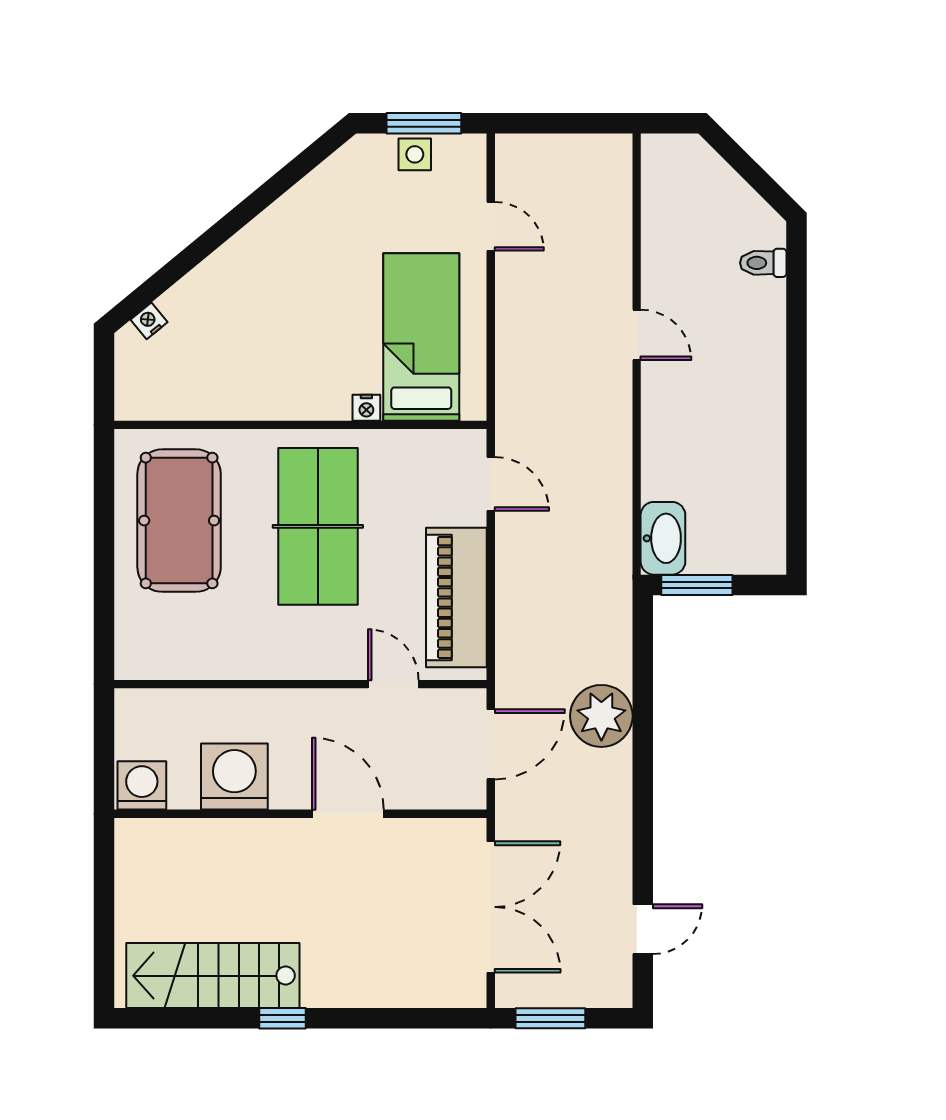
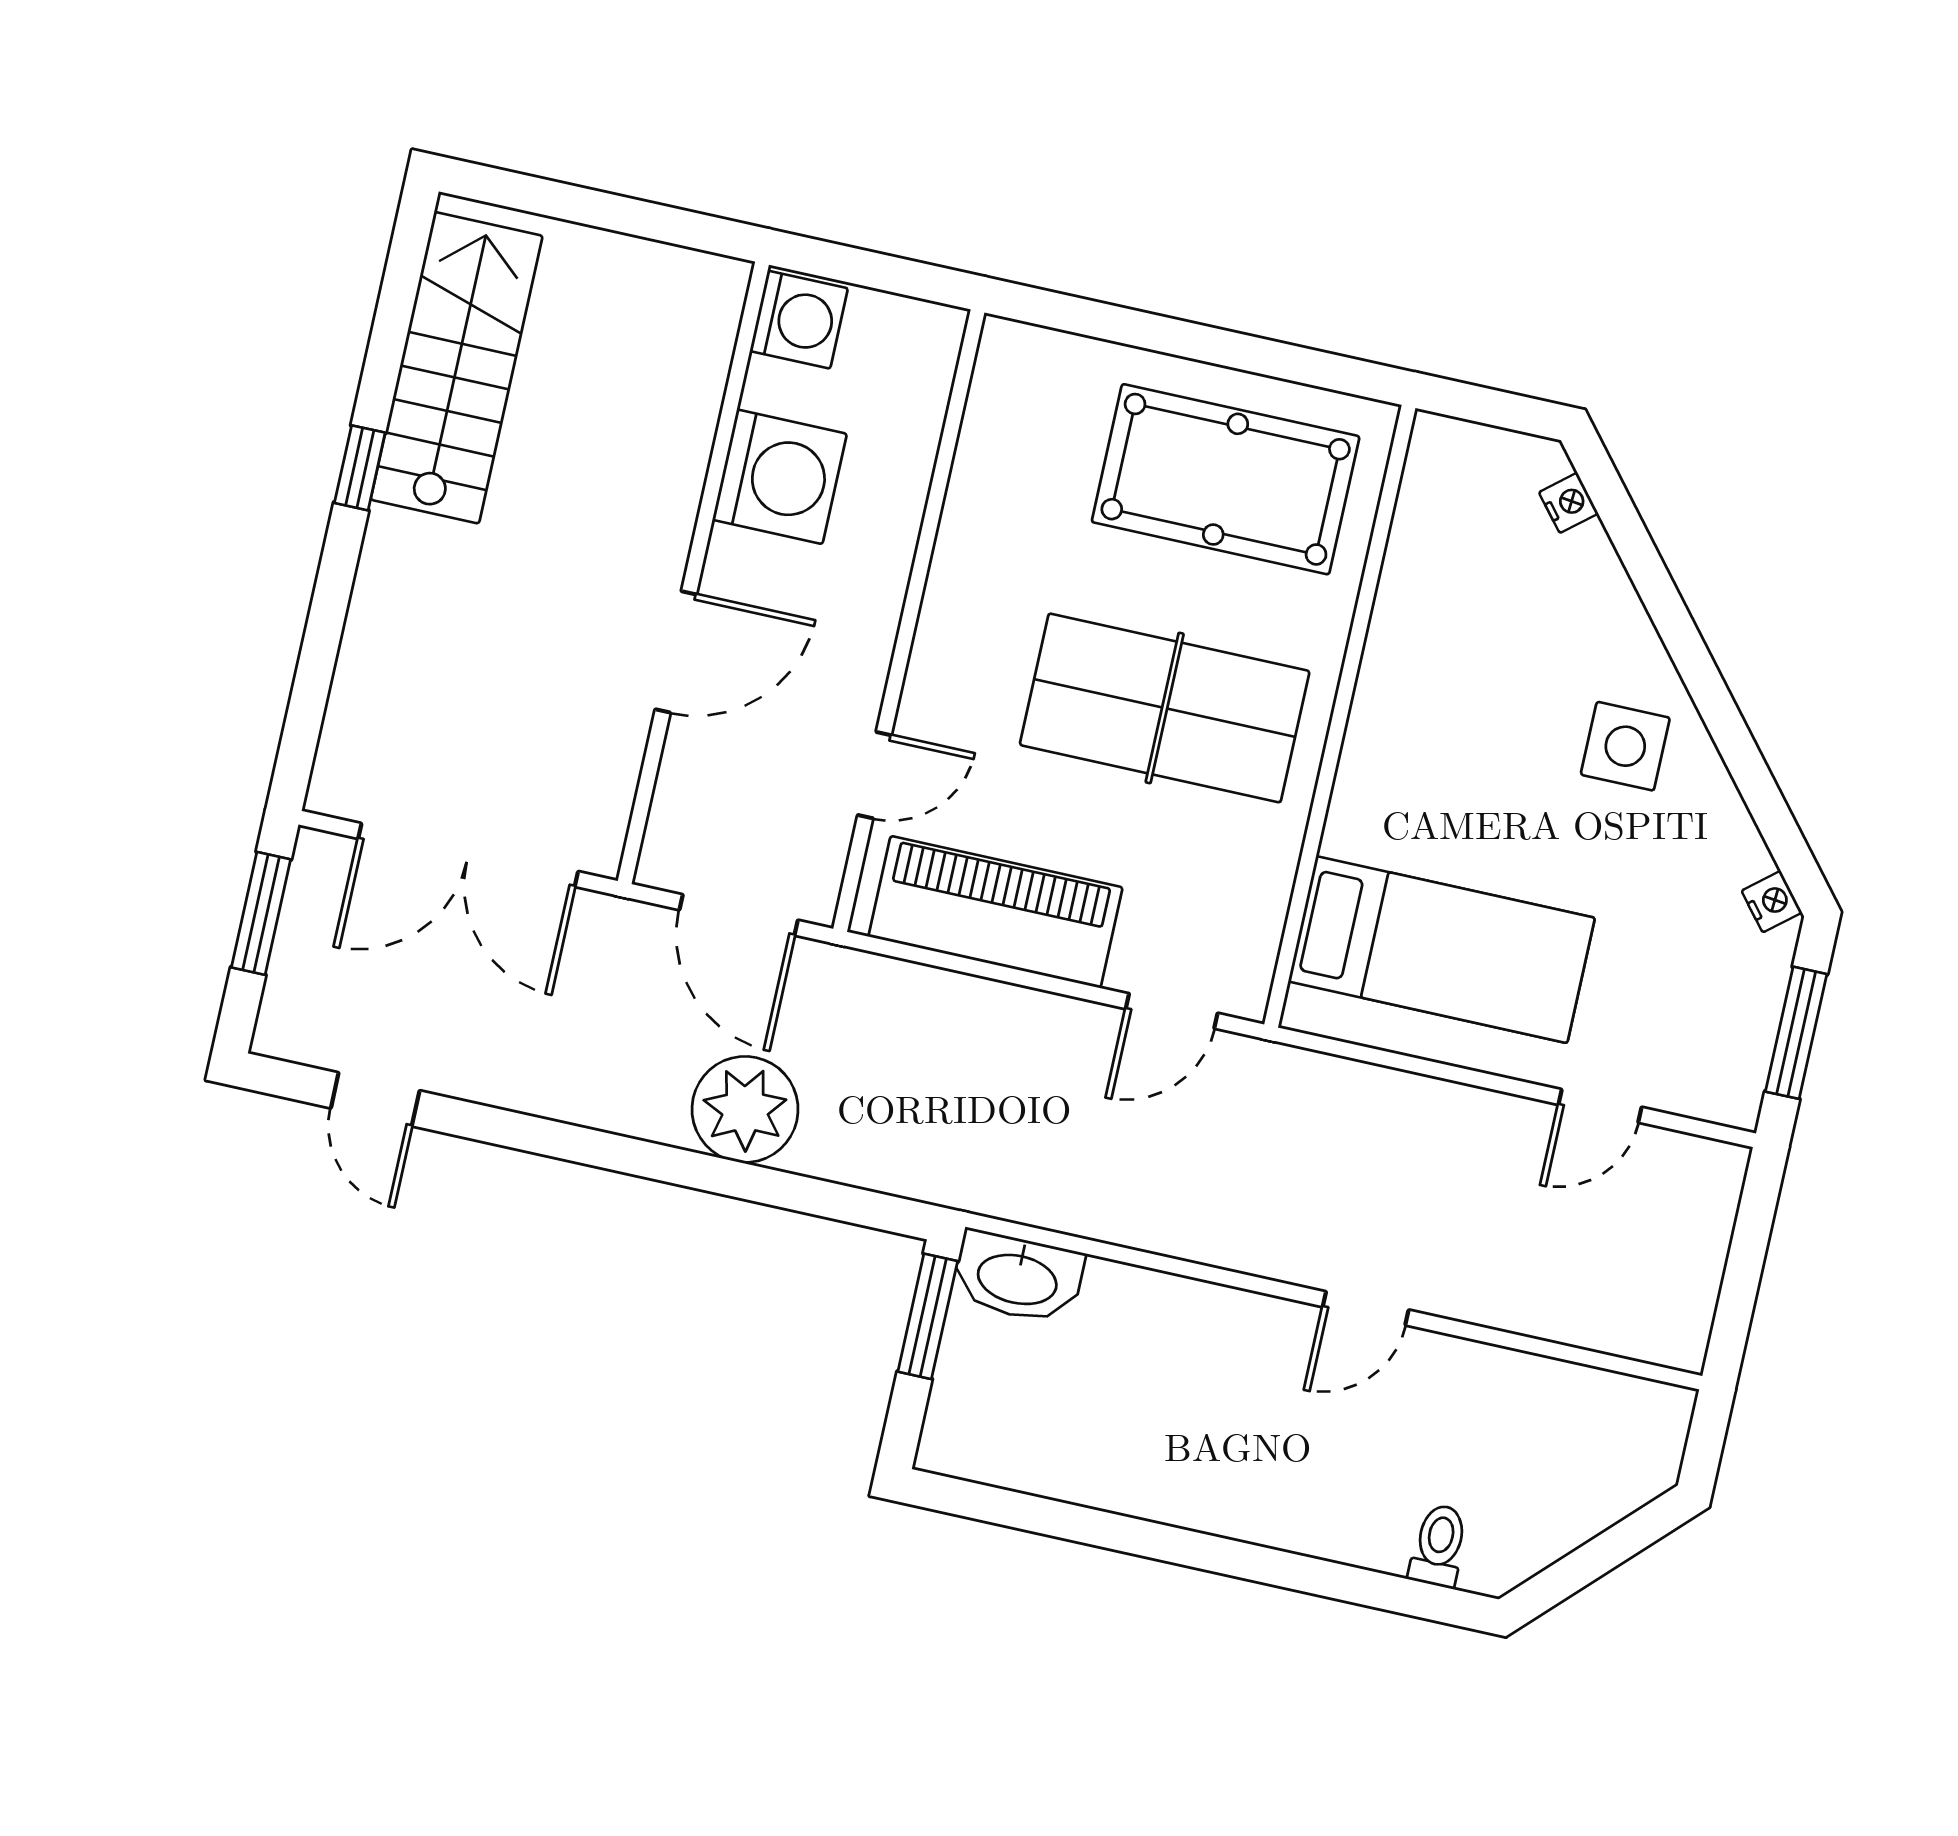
side table: (415, 154) -> (1625, 746), moved, width x1.37, depth x1.37
nightstand: (366, 408) -> (1772, 902), moved, turned 140

